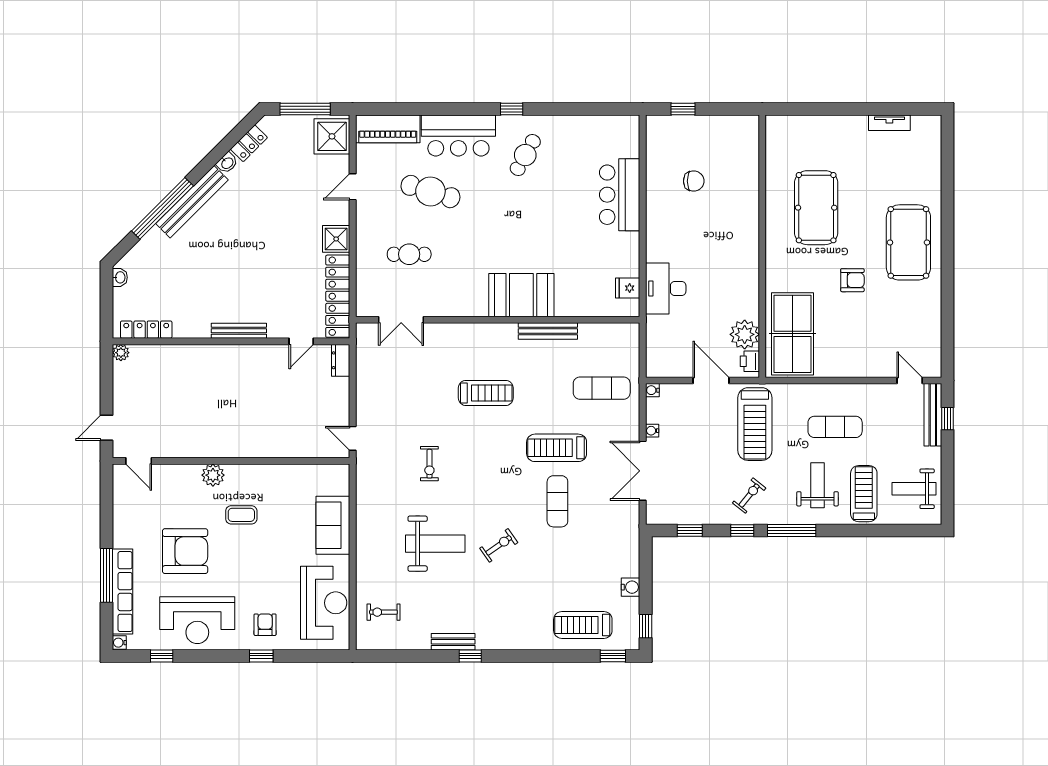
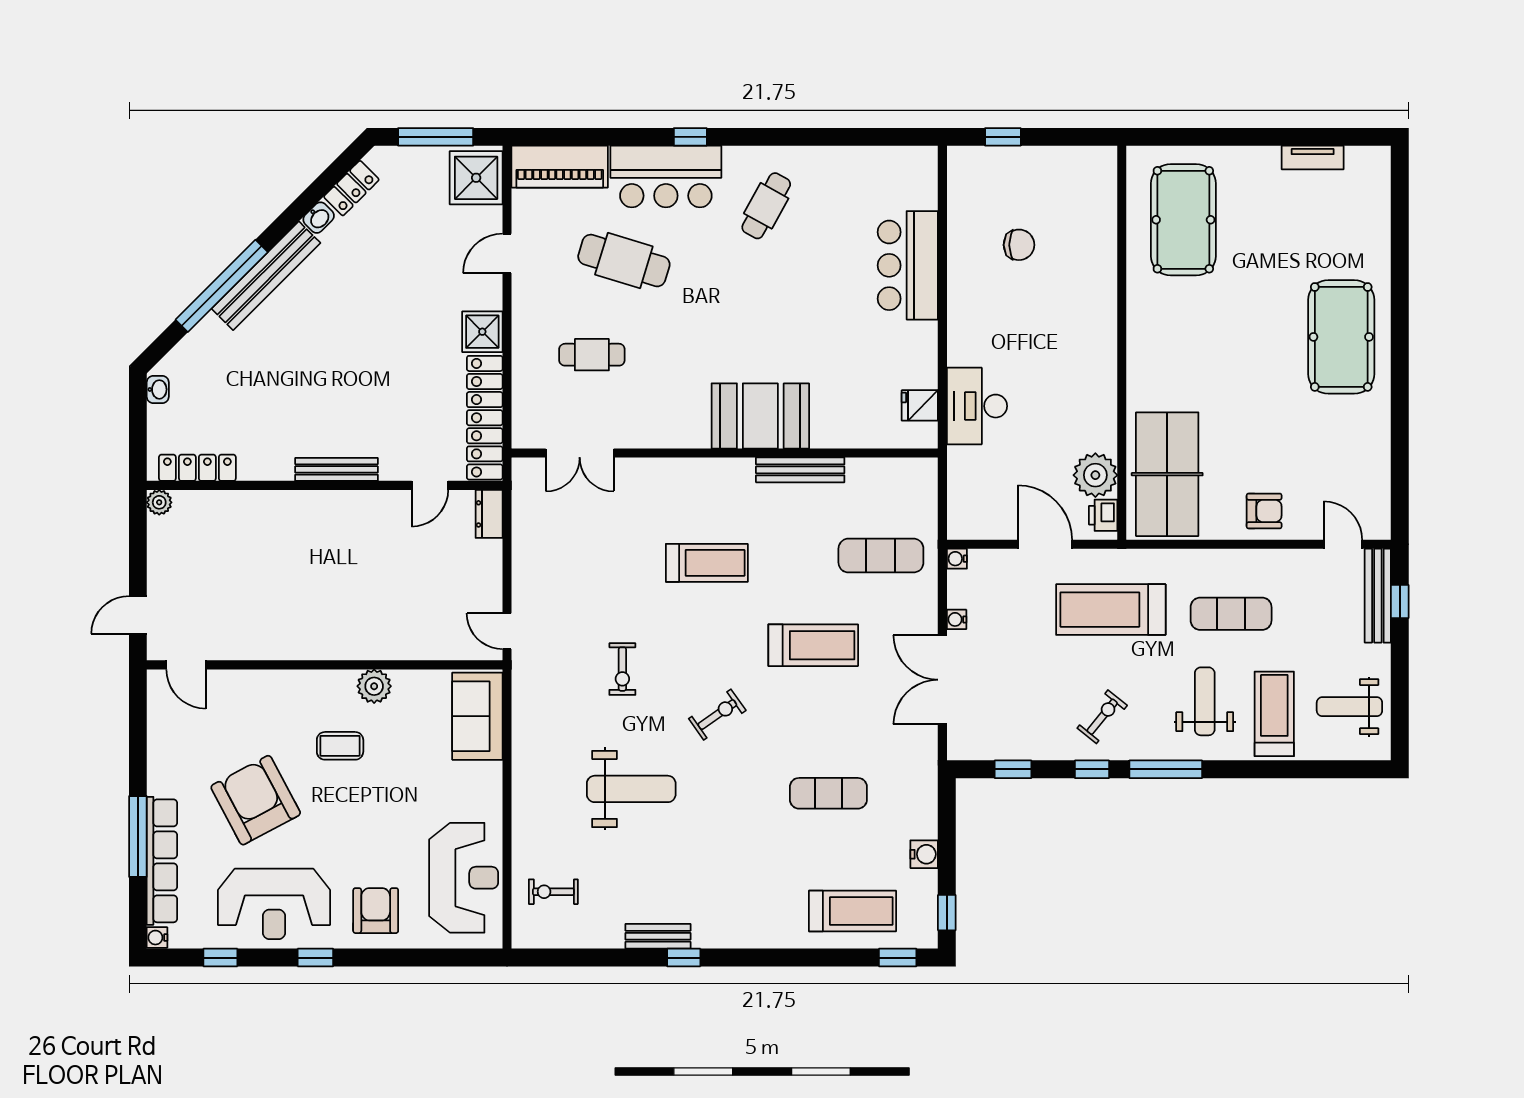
window: (512, 109) -> (690, 137), moved
pool table: (816, 208) -> (1183, 220), moved
armchair: (852, 280) -> (1264, 511), moved
treadmill: (755, 424) -> (1111, 610), turned 90
treadmill: (557, 448) -> (813, 645), turned 180
plant: (213, 475) -> (374, 686), moved
exercise mat: (557, 501) -> (828, 793), moved, turned 90
sofa: (333, 525) -> (477, 716), moved
exercise bike: (499, 545) -> (717, 715), moved
armchair: (185, 551) -> (256, 800), turned -118
armchair: (265, 625) -> (376, 911), width x1.38, depth x1.38
treadmill: (583, 625) -> (853, 911), turned 180
window: (261, 656) -> (315, 958), moved

